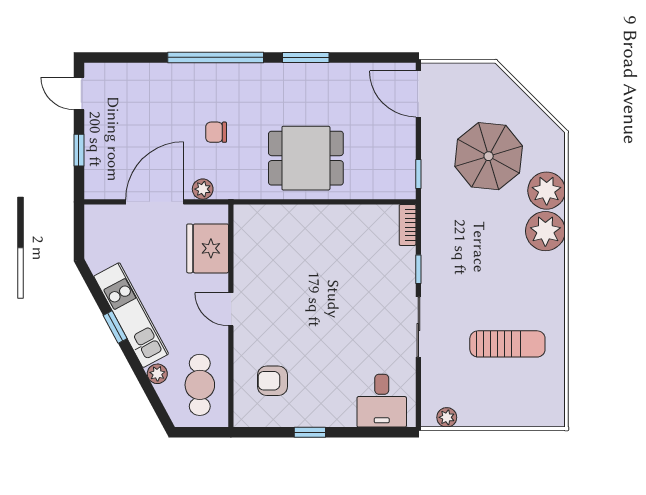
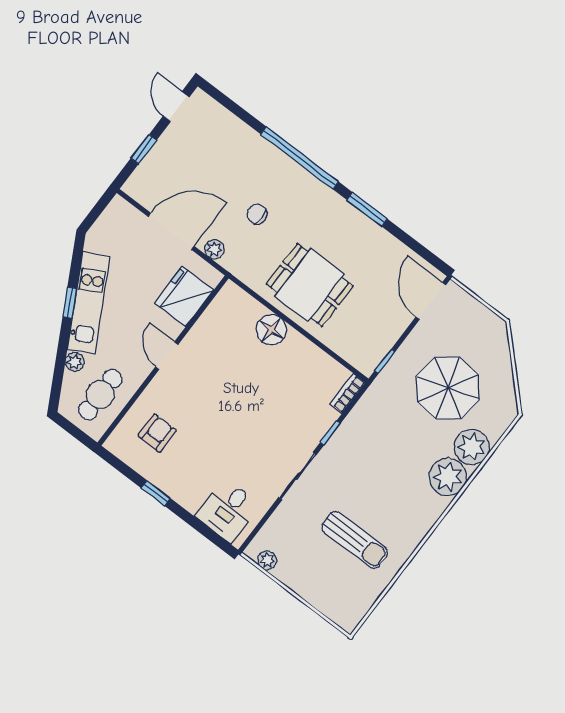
floor lamp: (302, 220) -> (271, 330), added
armchair: (272, 381) -> (157, 433), turned 90

